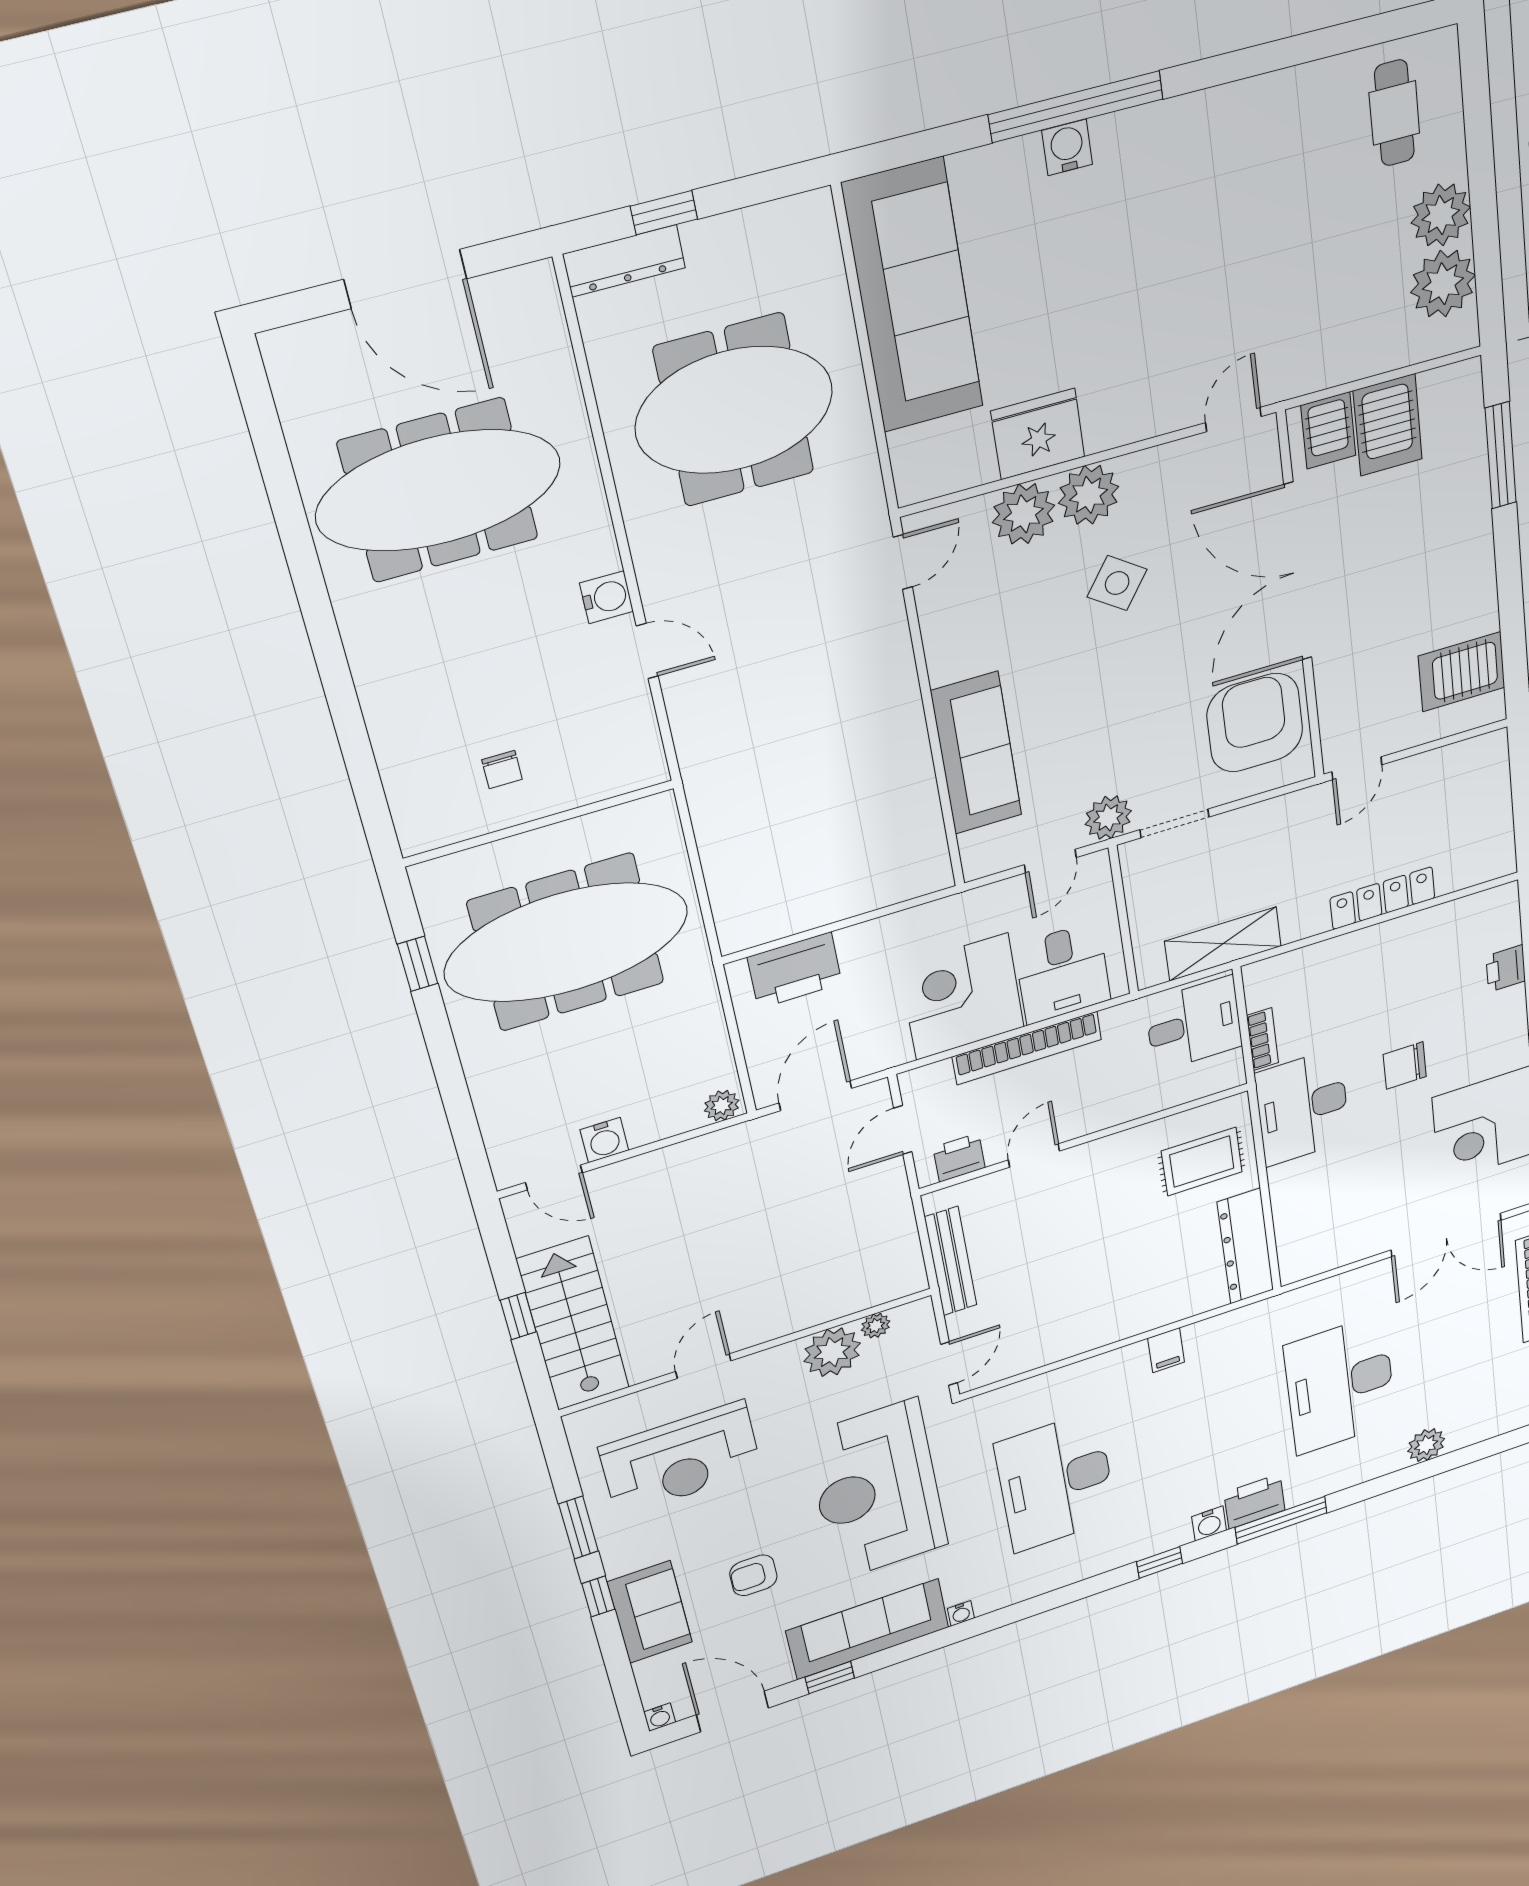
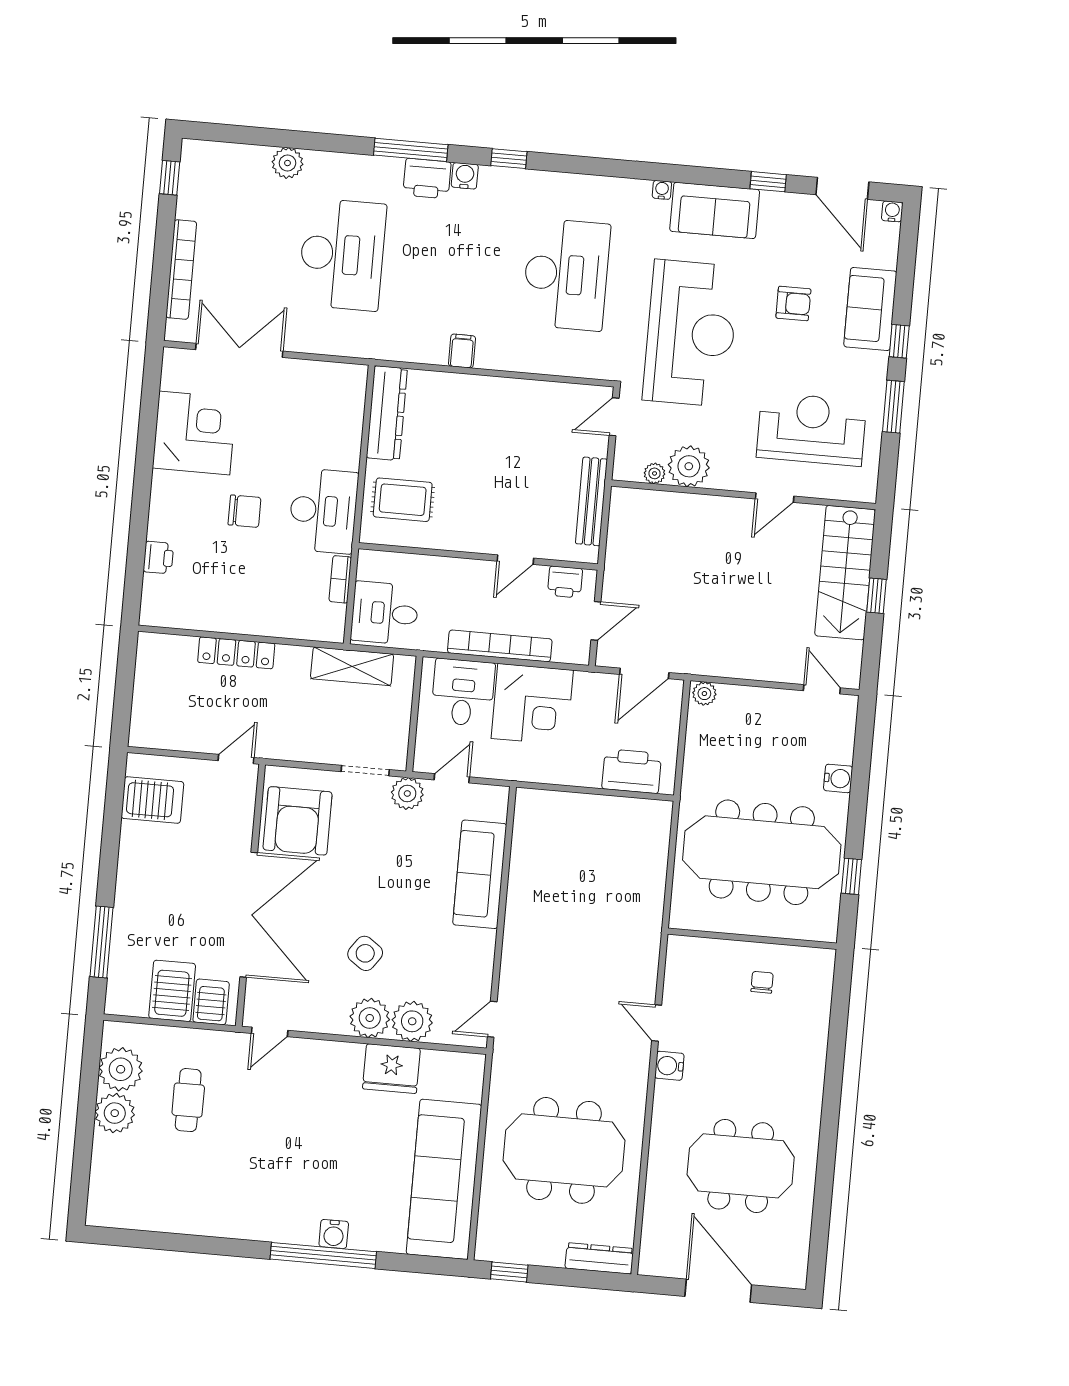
cafe table: (1394, 113) -> (188, 1100), moved
window: (664, 213) -> (509, 1272), moved
meeting table: (439, 490) -> (741, 1166), width x0.73
water cooler: (604, 1140) -> (838, 778), moved, turned 90
sofa: (868, 1629) -> (715, 210), width x0.73

